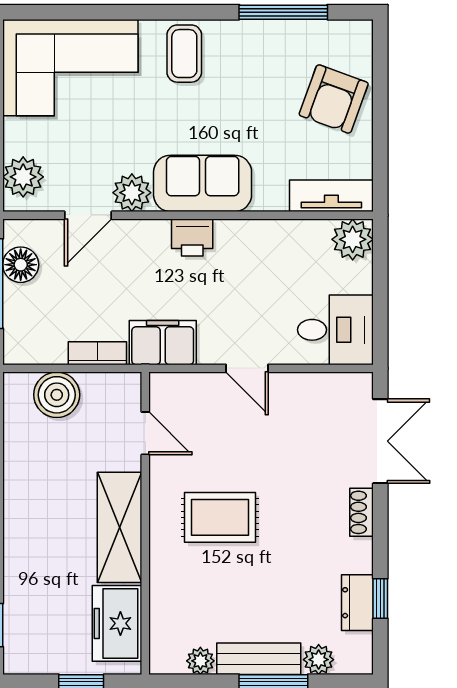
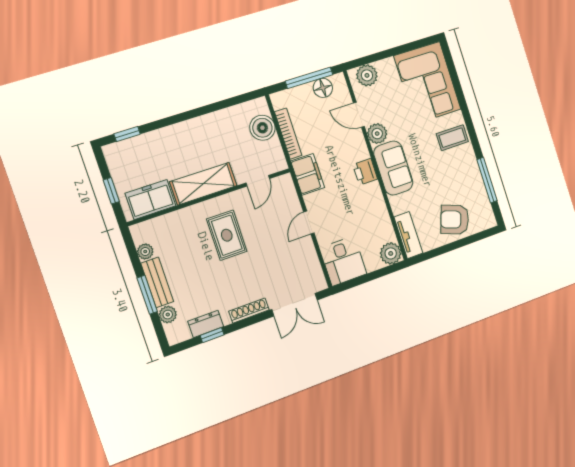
bookcase: (97, 353) -> (288, 134), width x1.56
shoe rack: (361, 512) -> (249, 310), width x1.43

